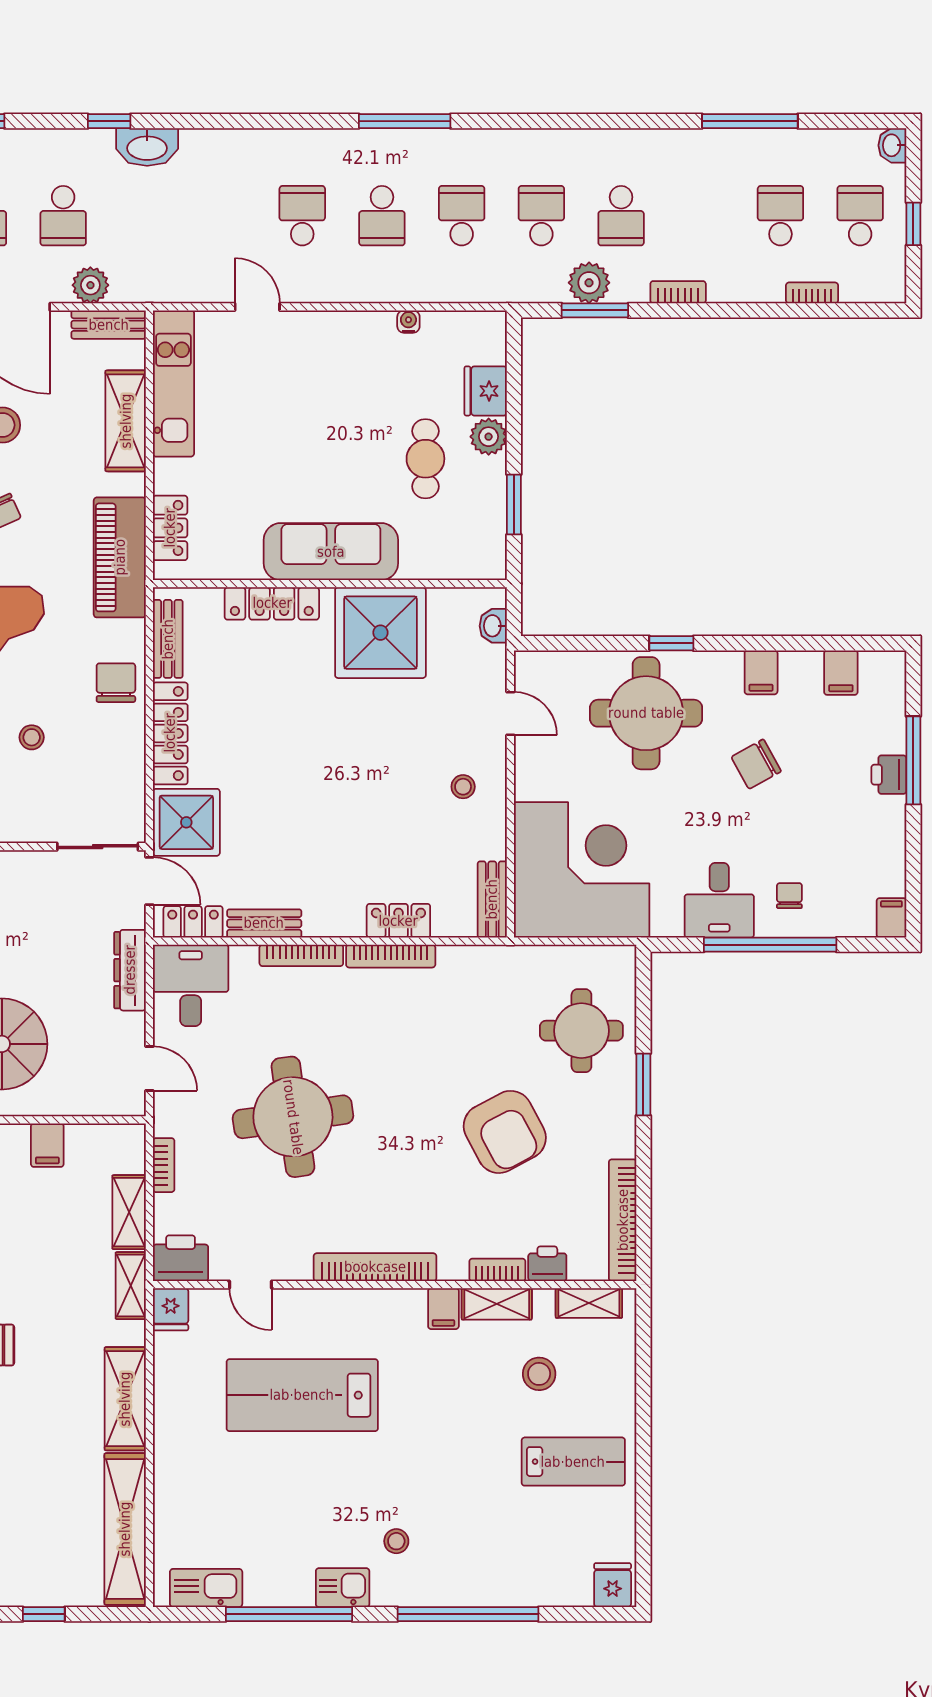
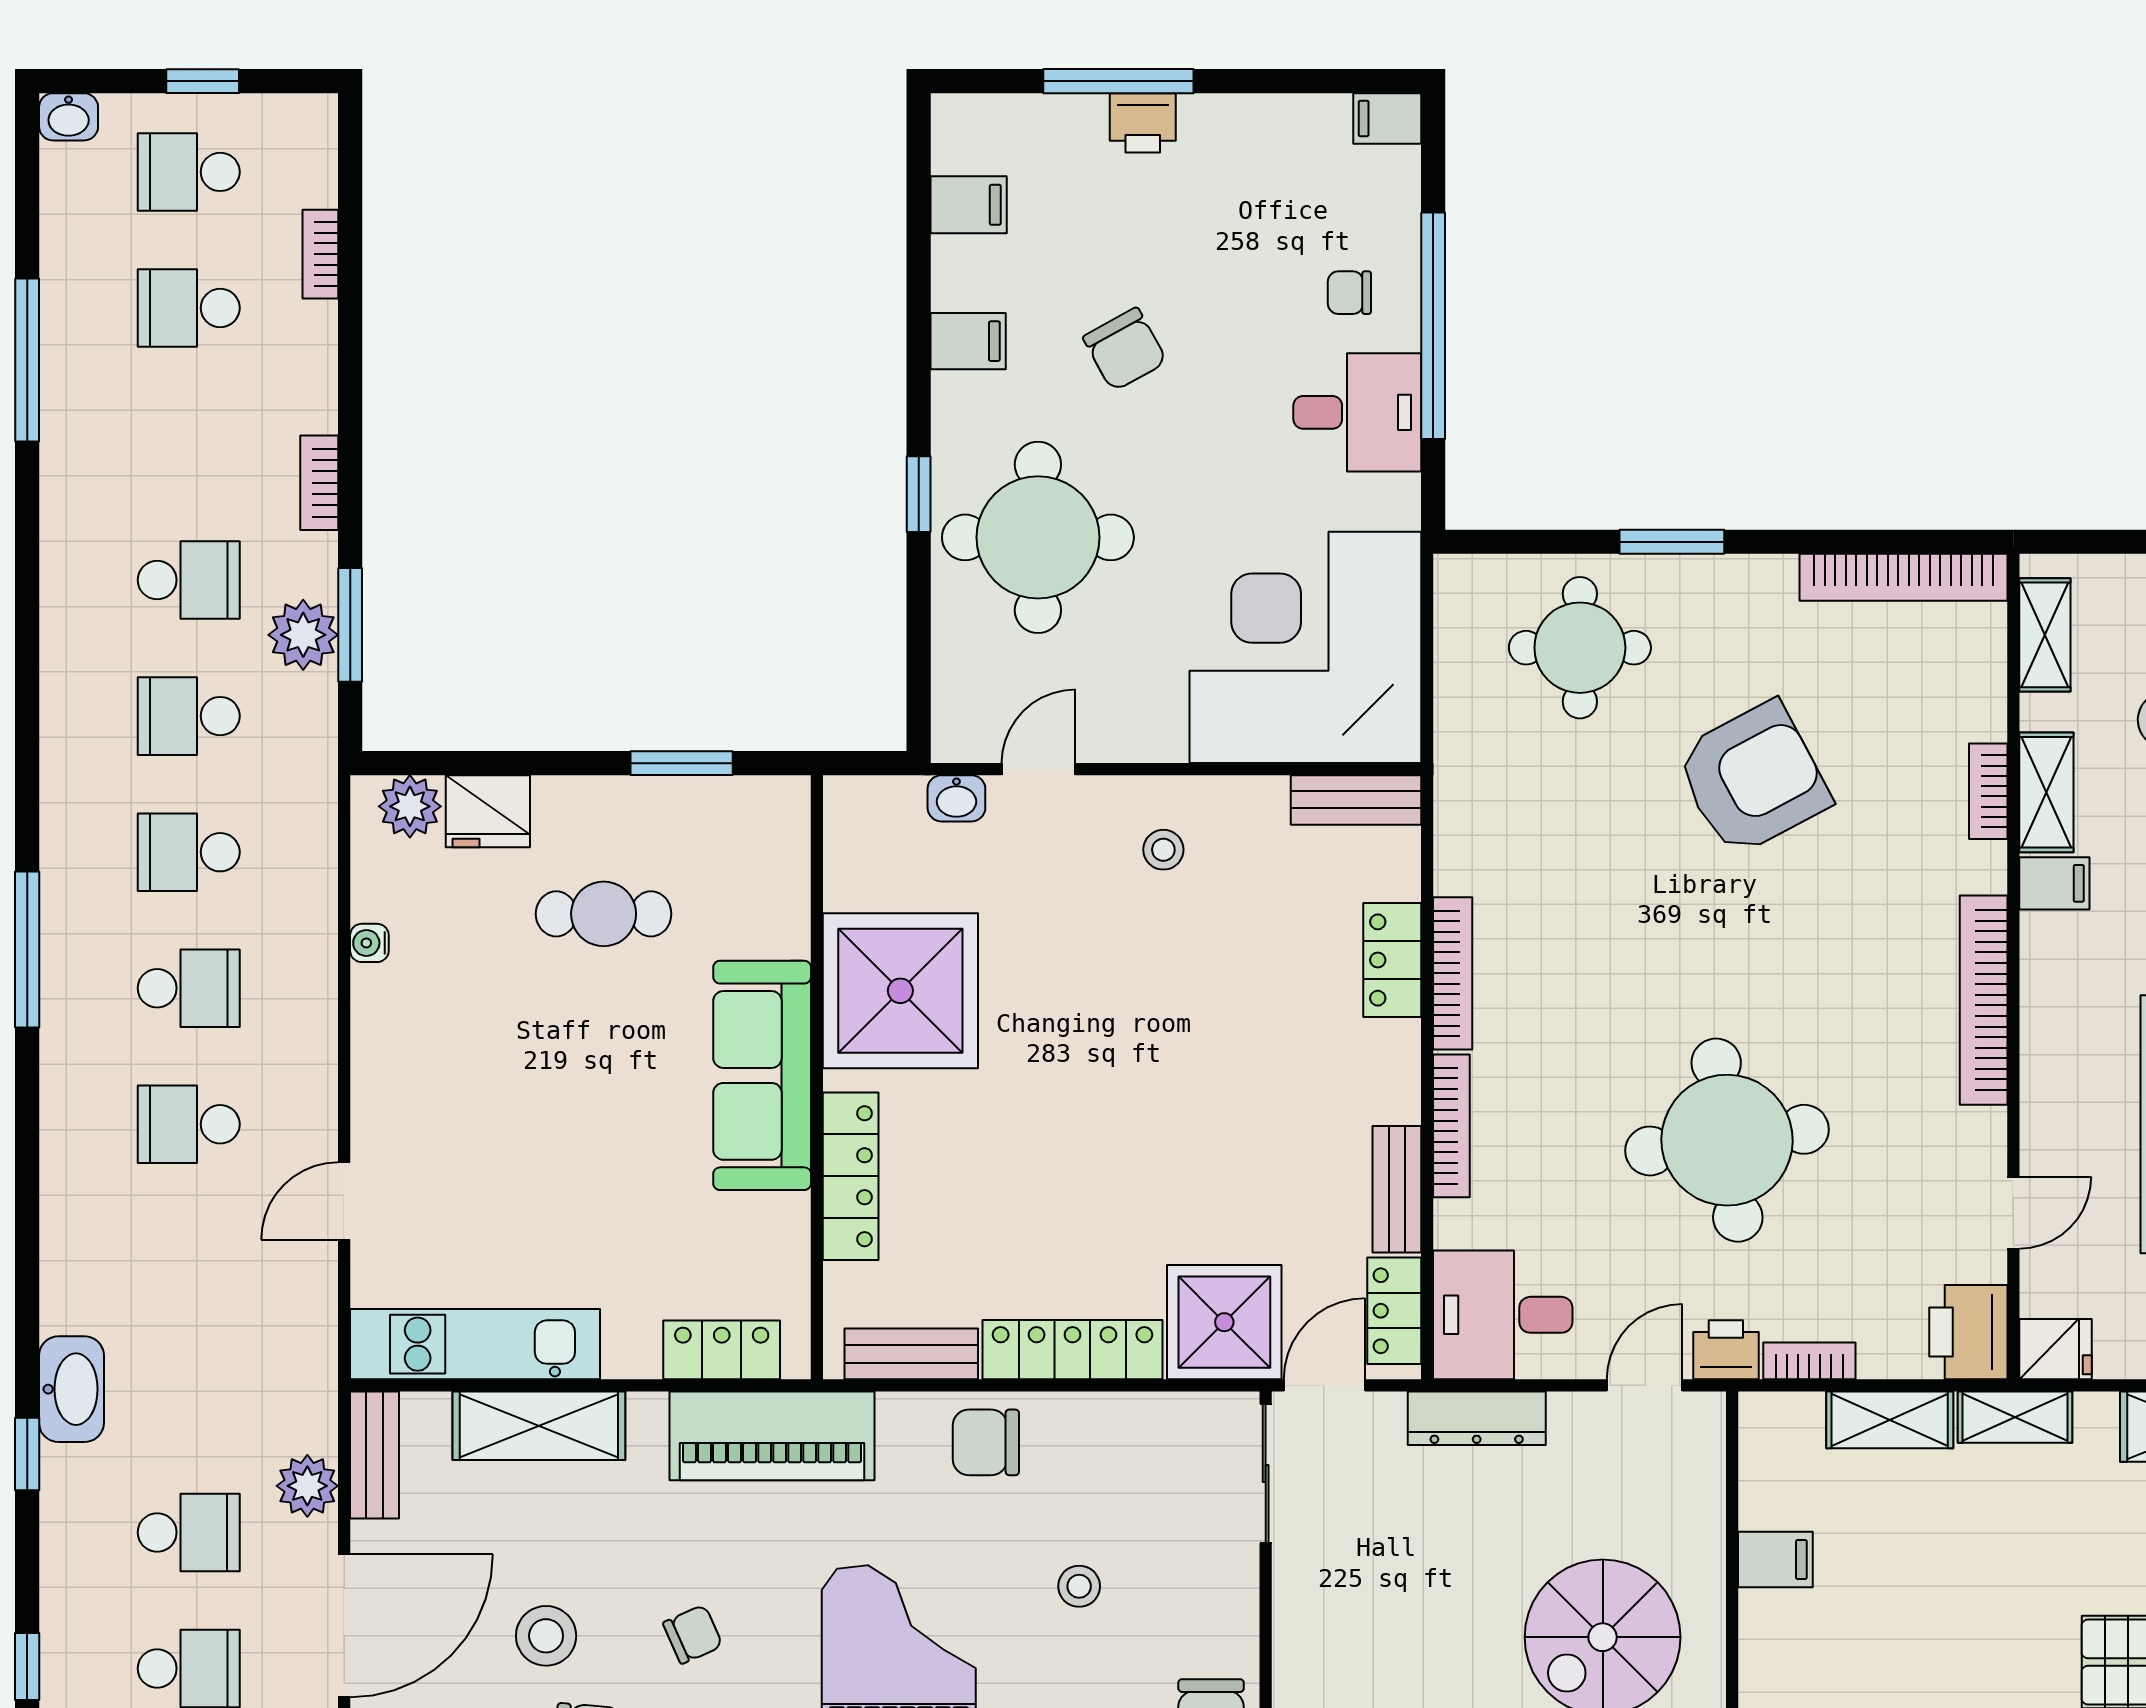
plant: (489, 437) -> (410, 806), moved
washbasin: (493, 626) -> (956, 798), moved
printer: (547, 1264) -> (1726, 1350), moved, turned 90

